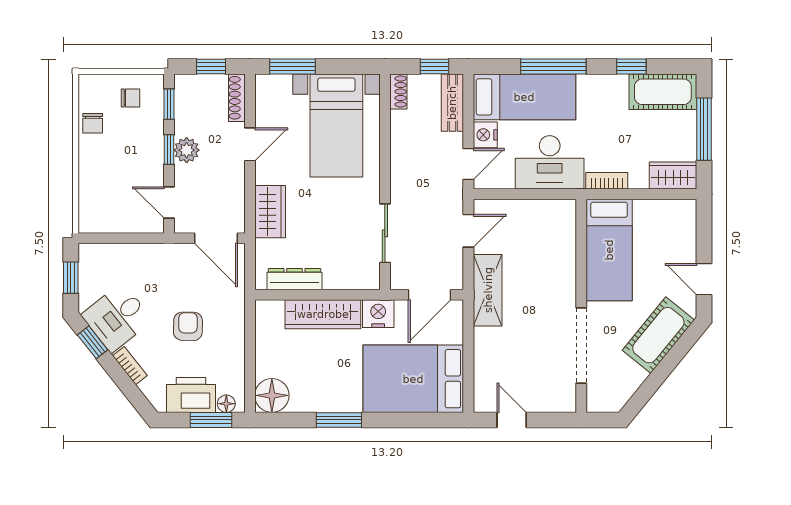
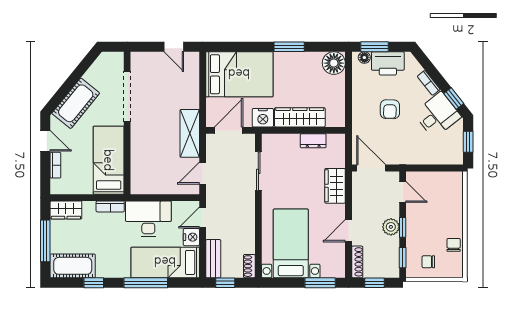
bookcase: (689, 242) -> (55, 165), added
dresser: (294, 279) -> (313, 141), width x0.70

